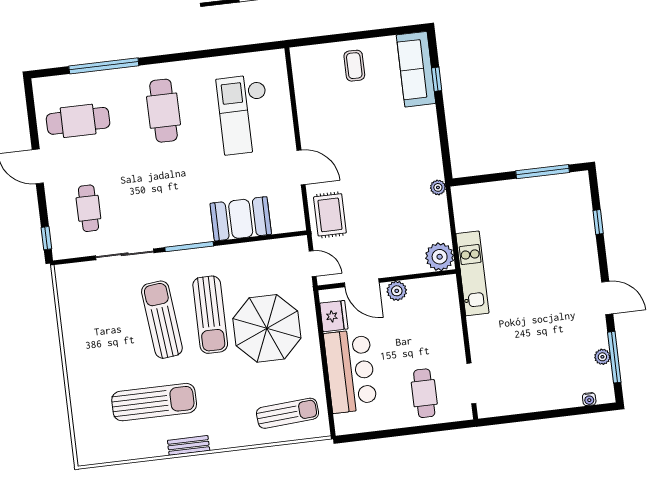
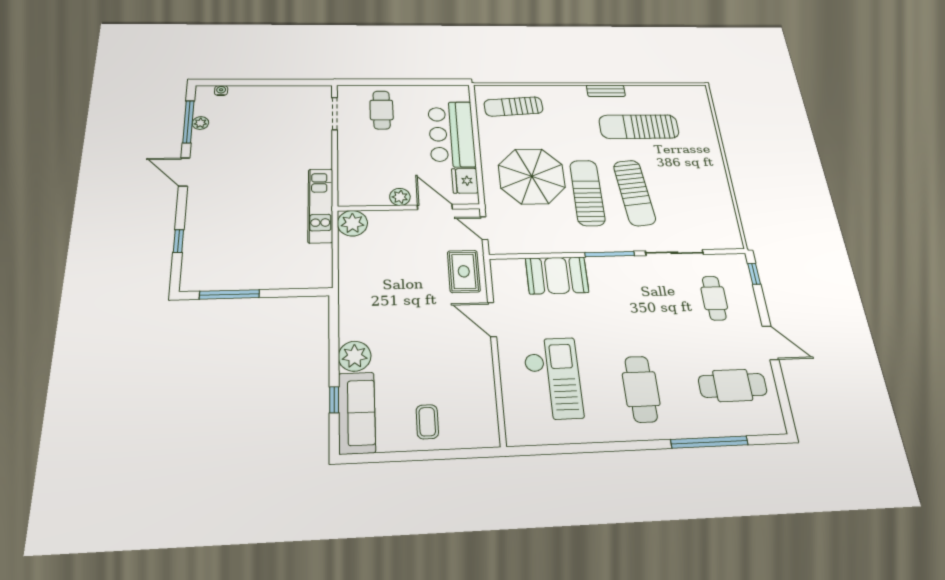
plant: (438, 187) -> (355, 356), moved, width x1.88, depth x1.88

